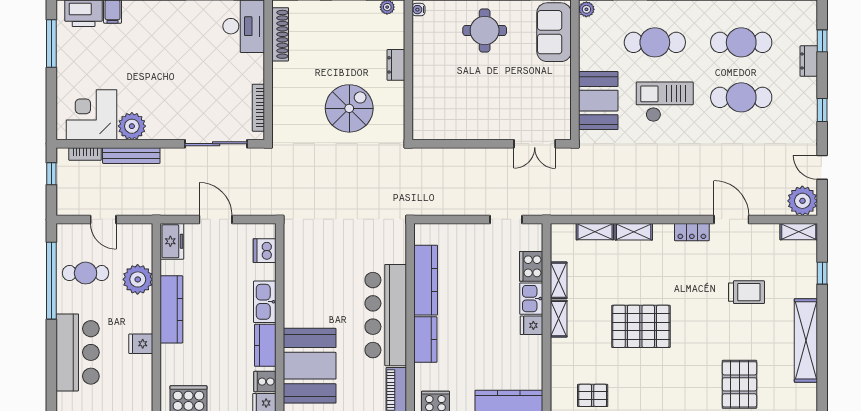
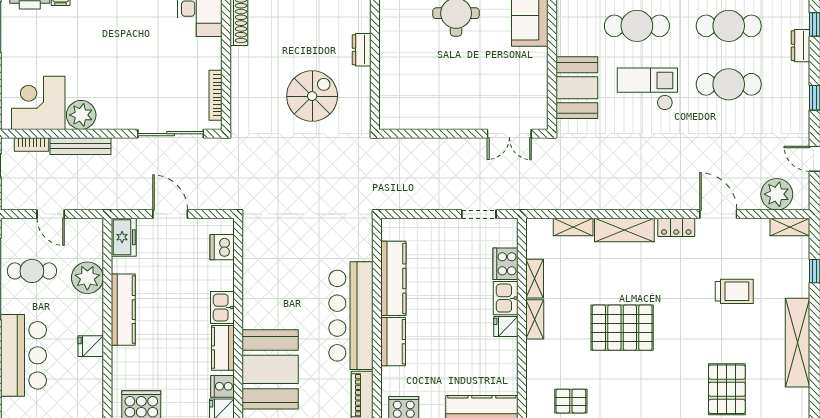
plant: (802, 201) -> (777, 194), moved
shelving: (634, 232) -> (624, 230), width x1.50, depth x1.33
kitchen sink: (265, 302) -> (222, 308), width x0.73

